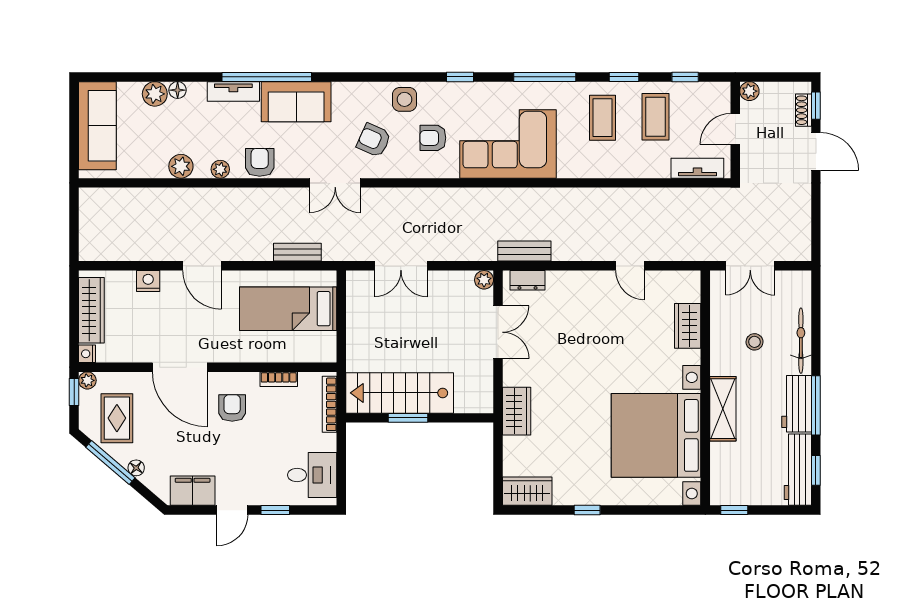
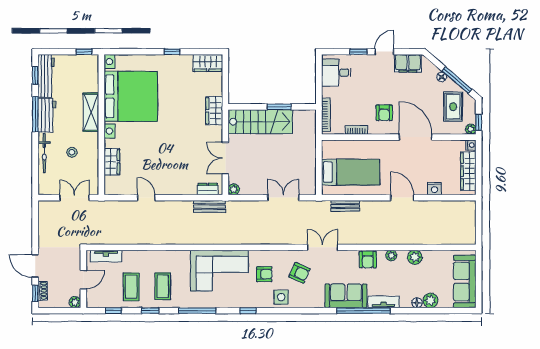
stairs: (400, 393) -> (260, 122), moved

